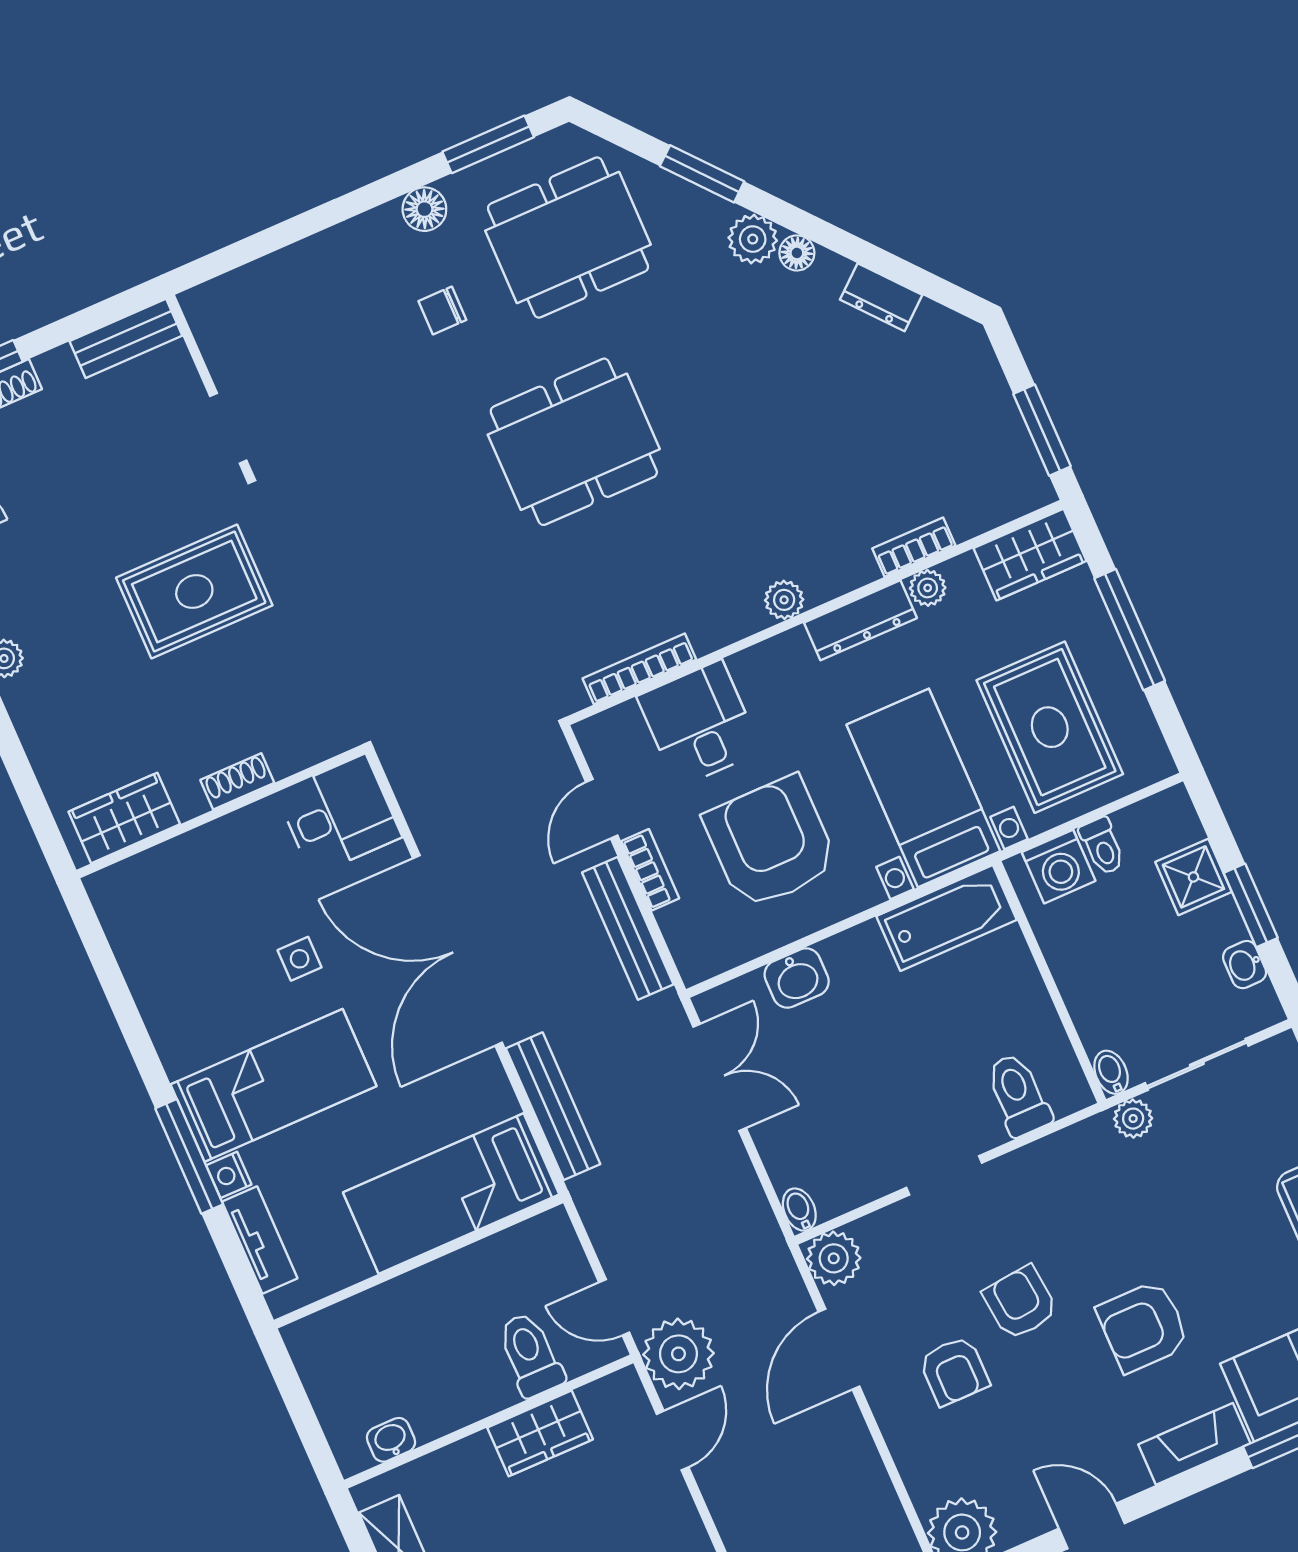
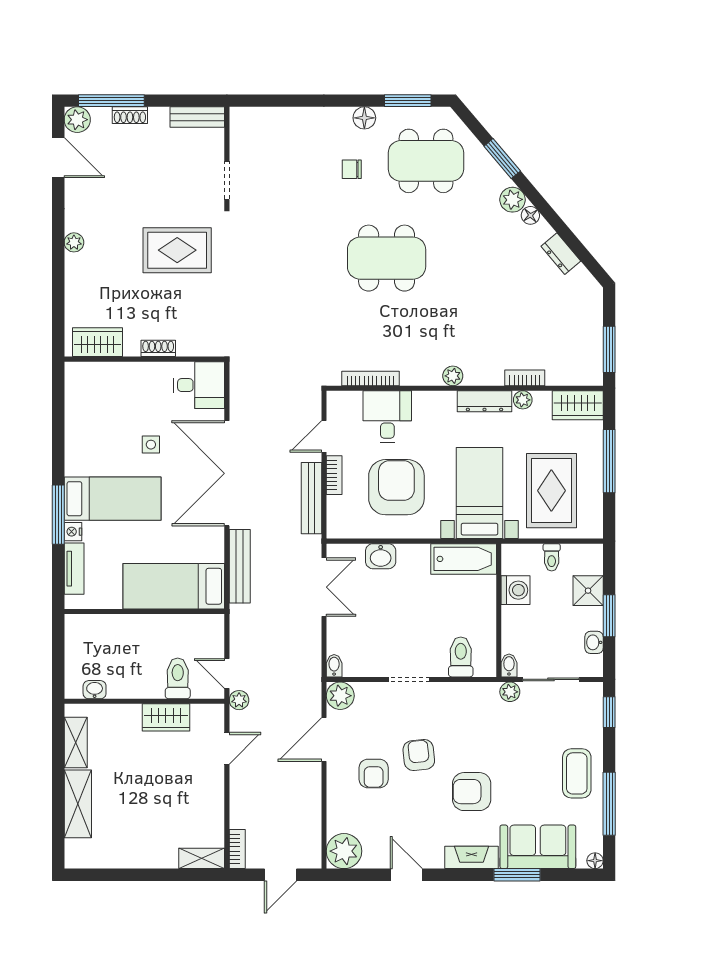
washing machine: (1059, 867) -> (516, 590), moved, turned -90
plant: (678, 1354) -> (239, 700), width x0.53, depth x0.53

